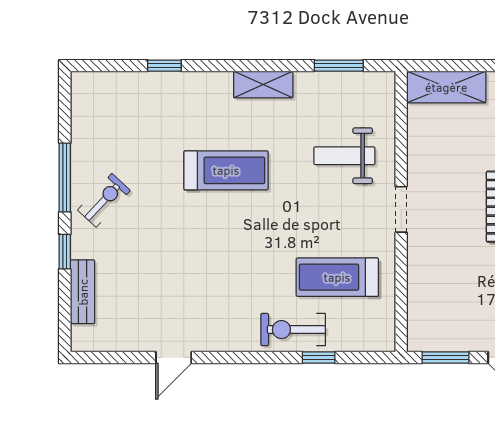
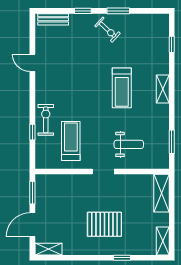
window: (164, 66) -> (172, 44), moved
shelving: (263, 85) -> (163, 89), moved
weight bench: (344, 156) -> (129, 144), turned 90
window: (65, 178) -> (118, 11), width x0.69
bench: (83, 292) -> (53, 19), moved

